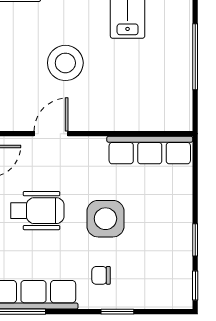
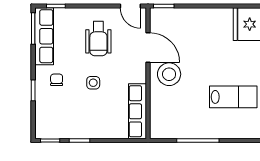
stool: (65, 63) -> (169, 74), moved
door: (51, 134) -> (148, 48), width x1.38
side table: (105, 219) -> (93, 83), width x0.54, depth x0.54

